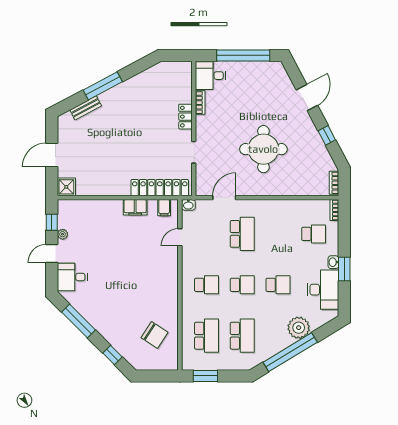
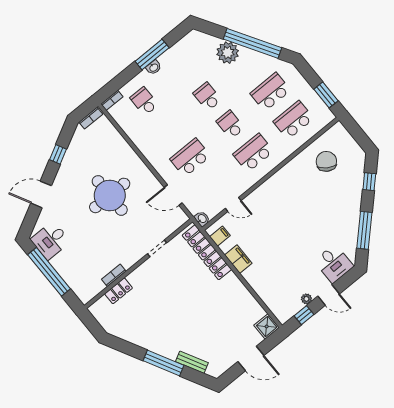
desk: (211, 76) -> (50, 240), moved, turned 90
locker: (185, 117) -> (119, 291), moved
window: (344, 269) -> (152, 54), width x1.44
school desk: (207, 285) -> (253, 153), width x1.85
desk: (323, 290) -> (182, 58), removed

